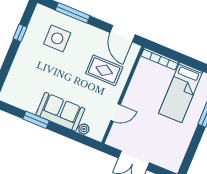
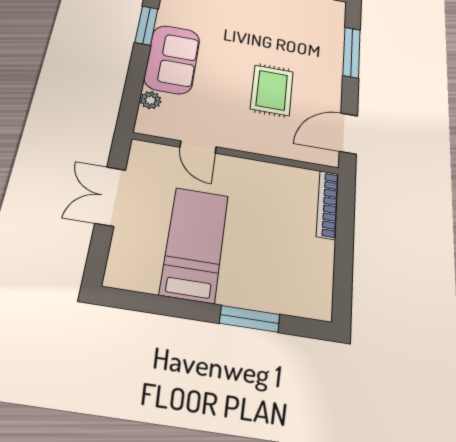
side table: (57, 38) -> (300, 37), removed
rug: (104, 70) -> (272, 90), moved
bed: (181, 92) -> (195, 244), moved, turned 90

